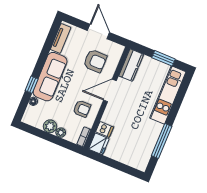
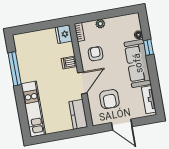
window: (163, 58) -> (56, 136), removed
armchair: (95, 61) -> (109, 99), turned -90
armchair: (82, 109) -> (96, 54), turned 90
plant: (50, 126) -> (112, 23), removed
dishwasher: (105, 129) -> (69, 62), moved

